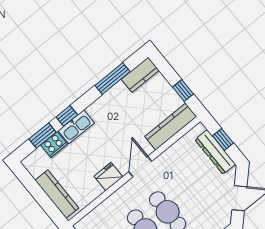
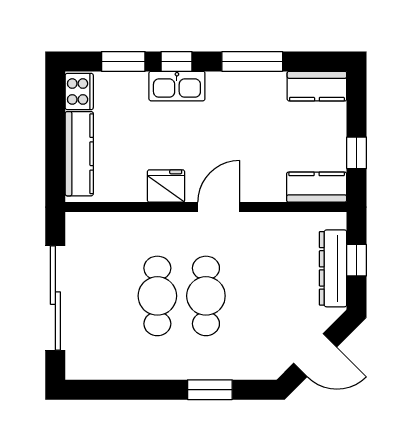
window: (113, 79) -> (252, 61), moved
kitchen counter: (171, 127) -> (317, 187), width x0.67
cooker: (54, 144) -> (79, 91), moved, turned -90

